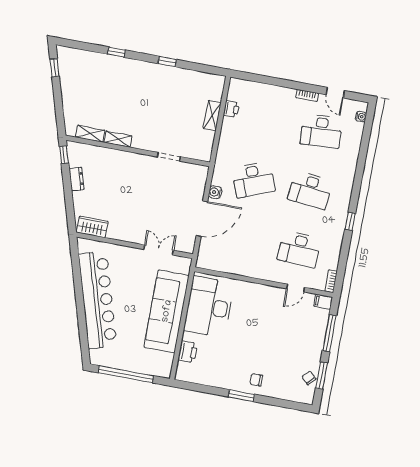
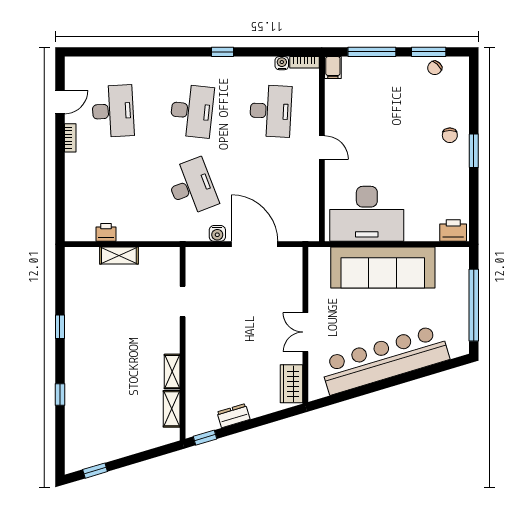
water cooler: (361, 117) -> (282, 63), moved
double door: (159, 250) -> (305, 332), moved
door: (296, 288) -> (322, 148), moved
printer: (188, 352) -> (453, 231), moved

